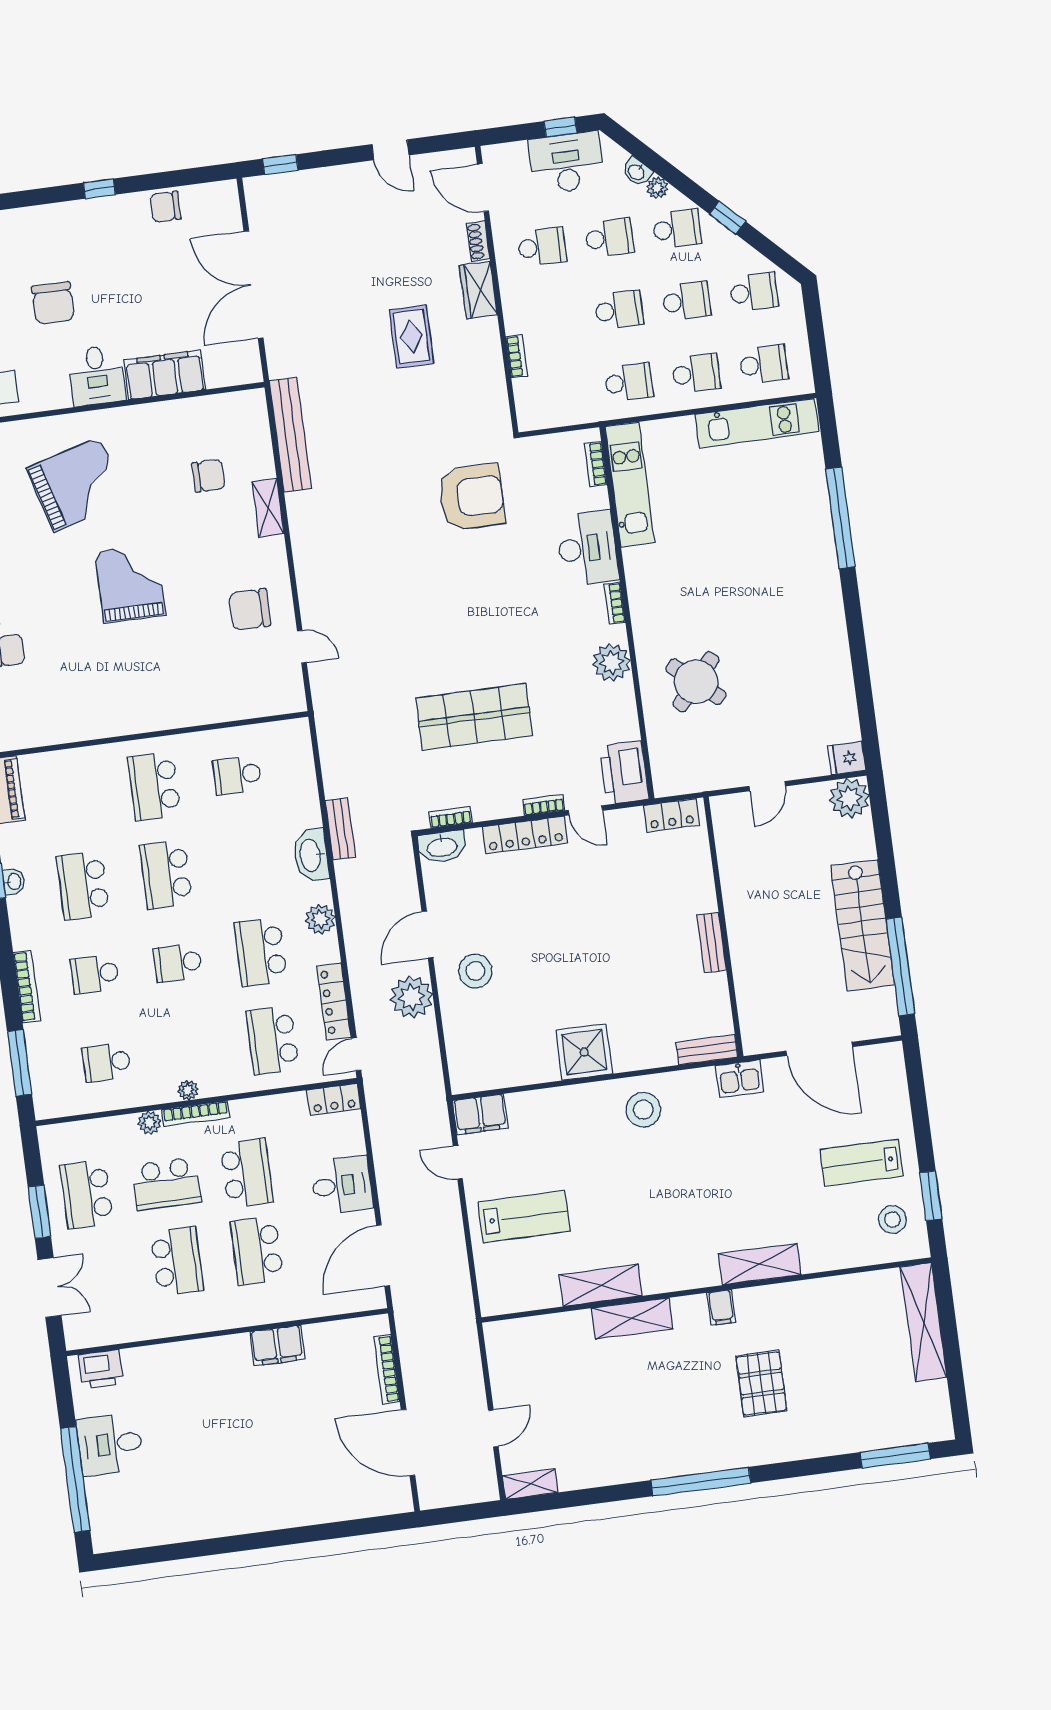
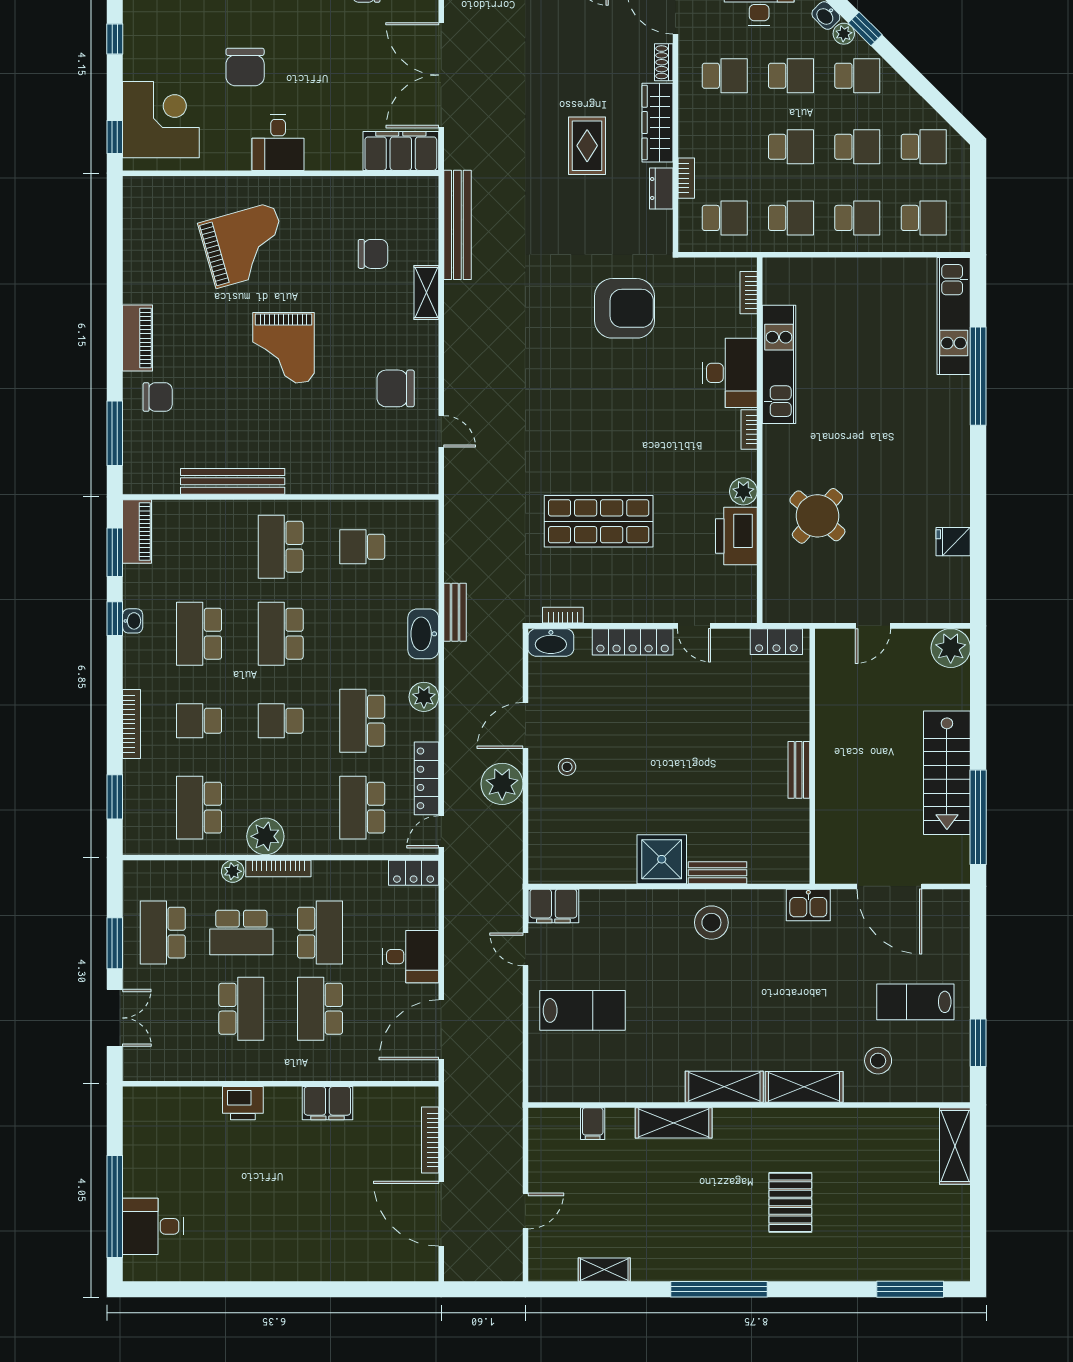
window: (728, 218) -> (865, 29), moved
wardrobe: (478, 290) -> (658, 123), width x1.50
dresser: (493, 370) -> (661, 189), added
filing cabinet: (165, 375) -> (401, 151), moved
school desk: (561, 391) -> (725, 218), added
kitchen unit: (757, 423) -> (954, 316), moved, turned 90
kitchen unit: (630, 484) -> (779, 364), moved
grand piano: (130, 583) -> (284, 348), turned 180
plant: (612, 662) -> (743, 491), width x0.73, depth x0.73
bench: (97, 726) -> (233, 481), added
fridge: (847, 758) -> (953, 542), moved
printer: (624, 773) -> (736, 536), moved
bookcase: (544, 805) -> (654, 615), removed
stool: (475, 971) -> (567, 767), width x0.53, depth x0.53
bench: (707, 1050) -> (717, 873), moved
school desk: (107, 1062) -> (199, 808), width x1.85
window: (20, 1063) -> (115, 797), width x0.69
plant: (188, 1090) -> (265, 836), width x1.87, depth x1.87
stool: (892, 1219) -> (878, 1061), moved
shelving: (601, 1285) -> (724, 1087), moved
filing cabinet: (721, 1307) -> (593, 1124), moved
shelving: (924, 1322) -> (955, 1146), width x0.68
printer: (101, 1369) -> (243, 1103), moved
desk: (110, 1444) -> (153, 1226), moved
shelving: (530, 1484) -> (604, 1270), moved

